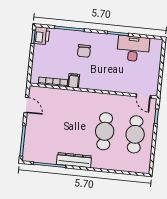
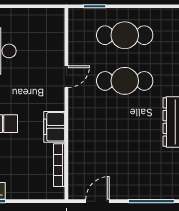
filing cabinet: (74, 81) -> (54, 127), width x2.00
door: (143, 96) -> (66, 77), moved

